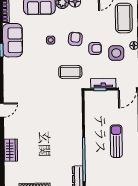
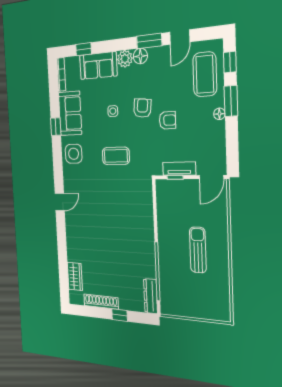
side table: (116, 53) -> (74, 154), moved
coffee table: (70, 72) -> (116, 156), moved
wardrobe: (11, 150) -> (75, 276), moved

